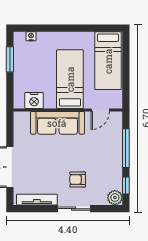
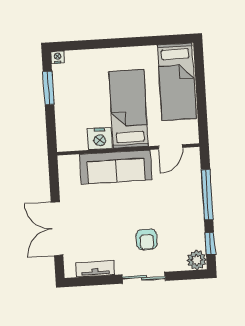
nightstand: (31, 36) -> (58, 57), moved
nightstand: (34, 100) -> (100, 139), moved
armchair: (78, 180) -> (147, 239), turned -90
tv unit: (37, 200) -> (95, 269), width x0.71

